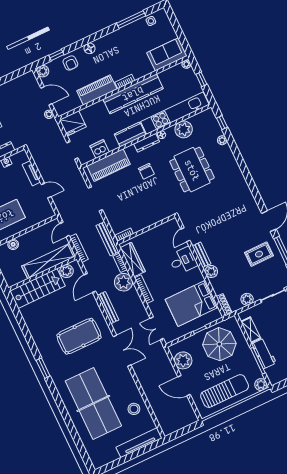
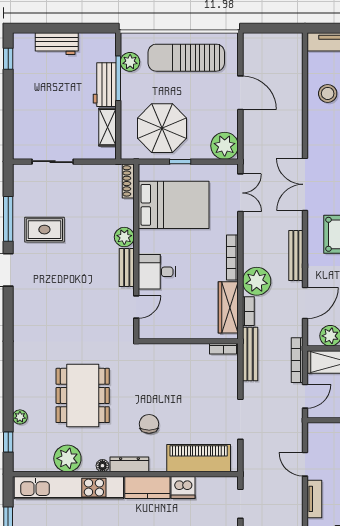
dishwasher: (100, 149) -> (183, 487), moved
plant: (247, 299) -> (92, 173), removed
plant: (183, 360) -> (225, 146), moved
plant: (261, 385) -> (130, 62), moved

